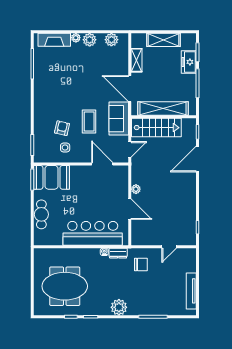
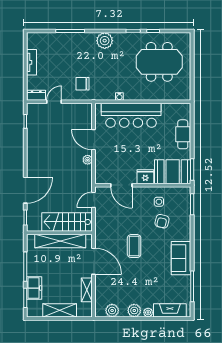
sofa: (119, 119) -> (181, 258), moved, turned 180
coffee table: (89, 122) -> (134, 246), moved
fridge: (79, 172) -> (145, 177), added
dresser: (118, 253) -> (36, 95), moved
tv unit: (191, 291) -> (32, 62), width x0.71

